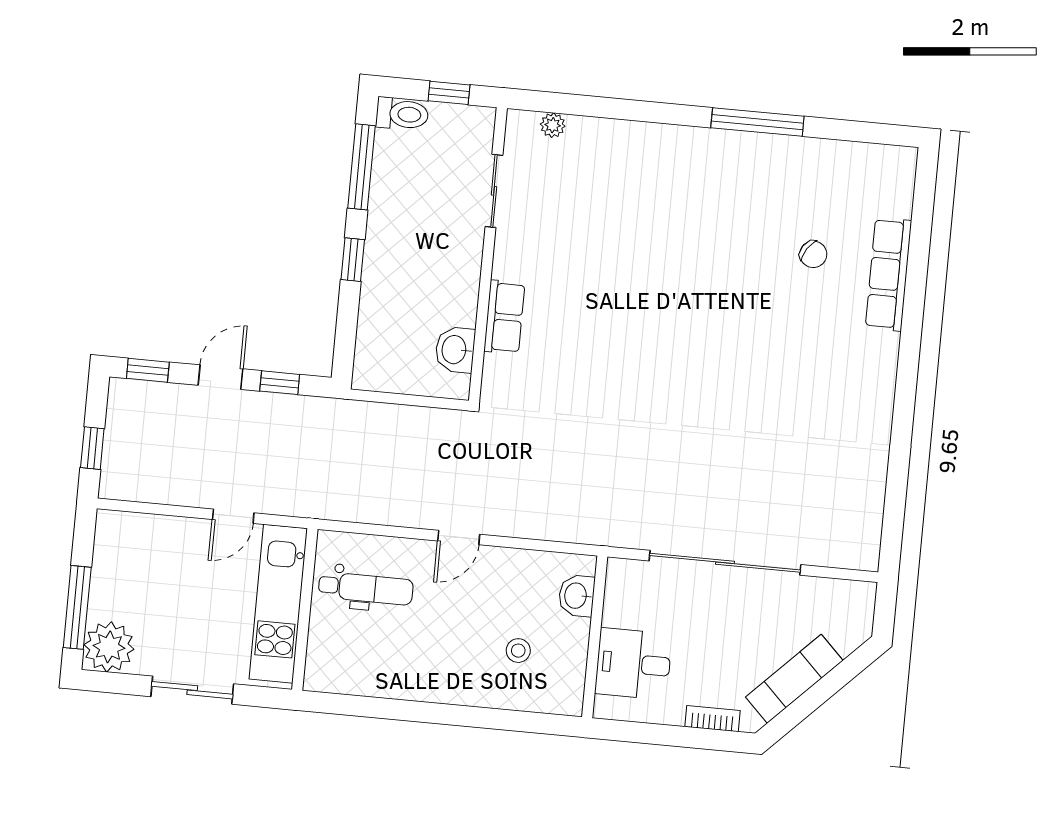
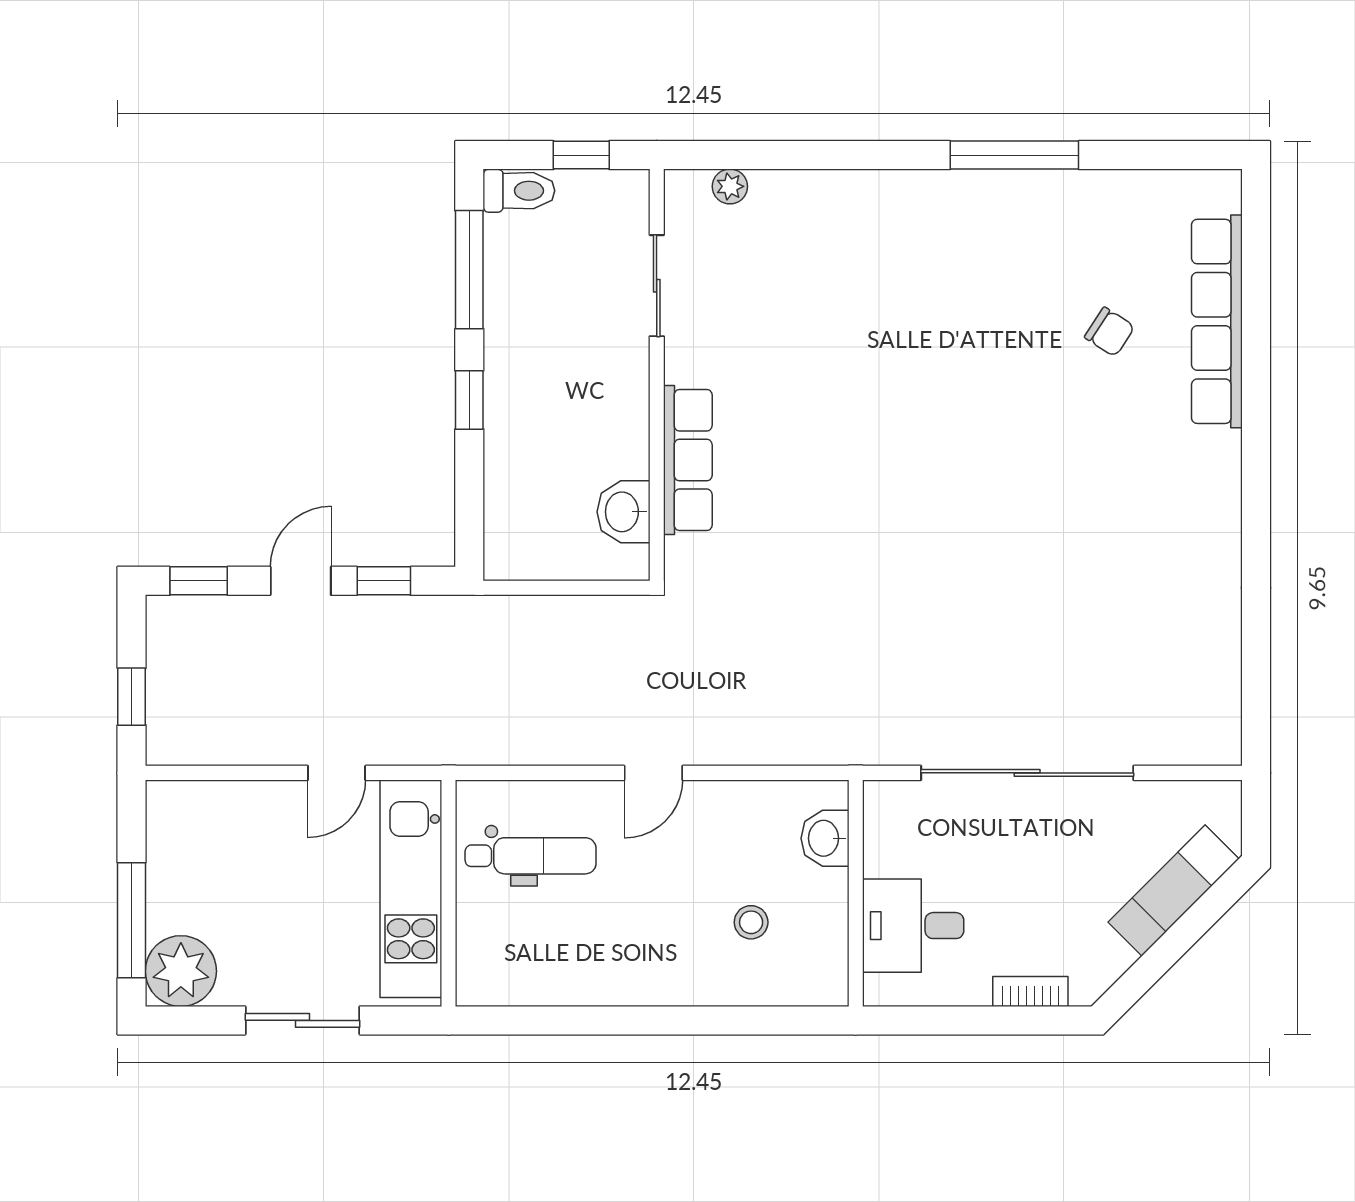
row of seats: (888, 274) -> (1217, 321), width x1.36
row of seats: (504, 317) -> (688, 460), width x1.48
exam couch: (794, 679) -> (1173, 891), moved

